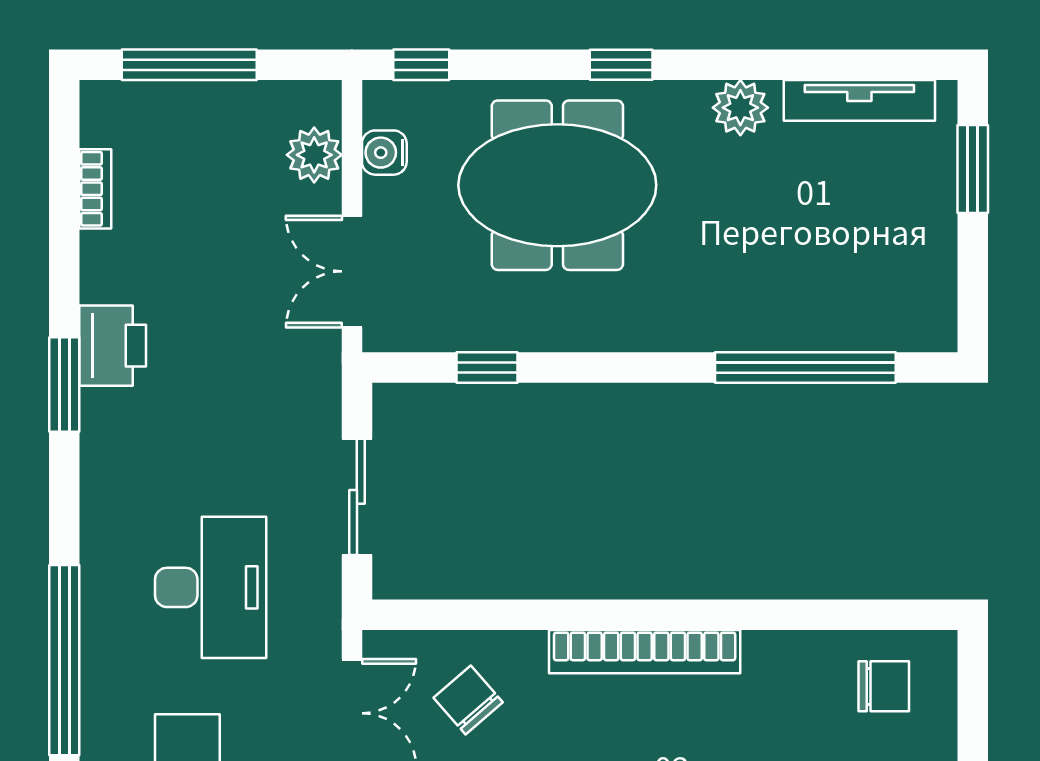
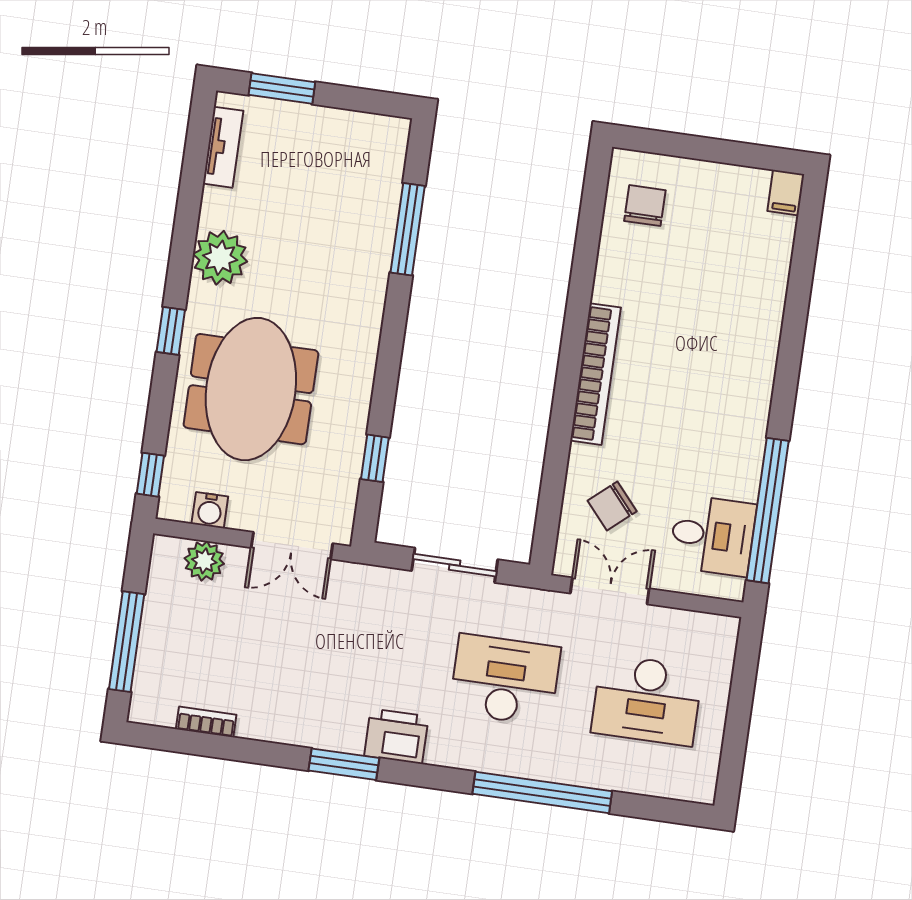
tv unit: (859, 100) -> (223, 147), width x0.71
plant: (740, 108) -> (220, 258), width x1.36, depth x1.36
printer: (113, 346) -> (396, 736), moved
window: (805, 368) -> (408, 229), width x0.68

